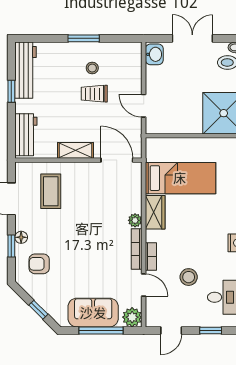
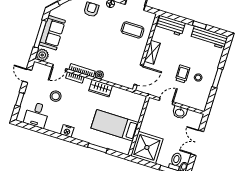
double door: (192, 38) -> (197, 143), swing flipped
washbasin: (154, 54) -> (180, 112), moved
bed: (180, 178) -> (115, 125), moved, turned 90

